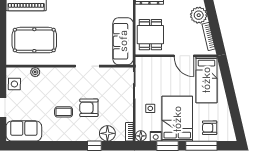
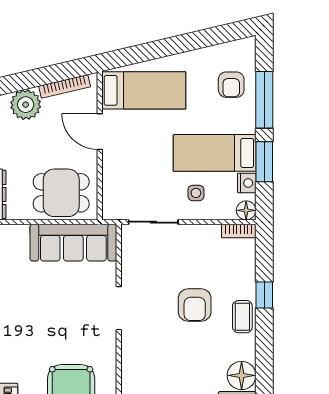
door: (184, 56) -> (100, 132), swing flipped
coffee table: (64, 112) -> (242, 317), moved
bed: (177, 119) -> (215, 153), width x0.67
floor lamp: (107, 133) -> (242, 375), moved

